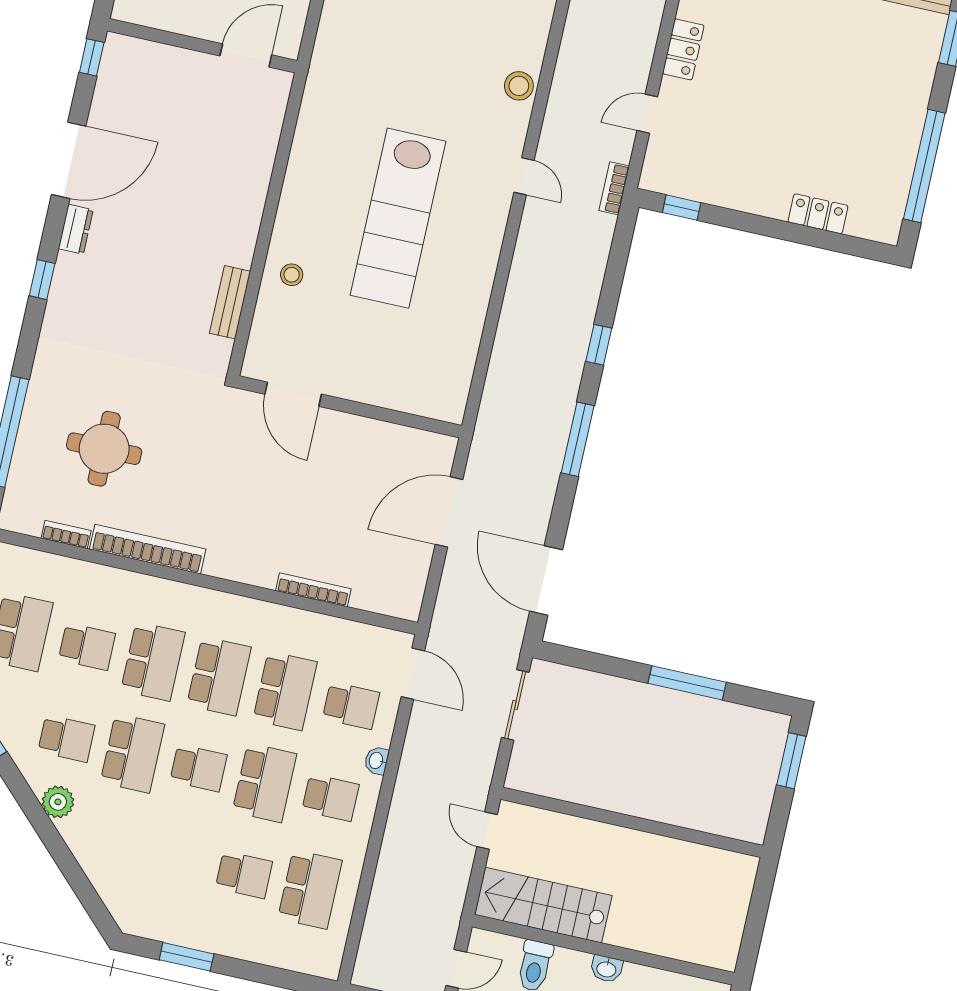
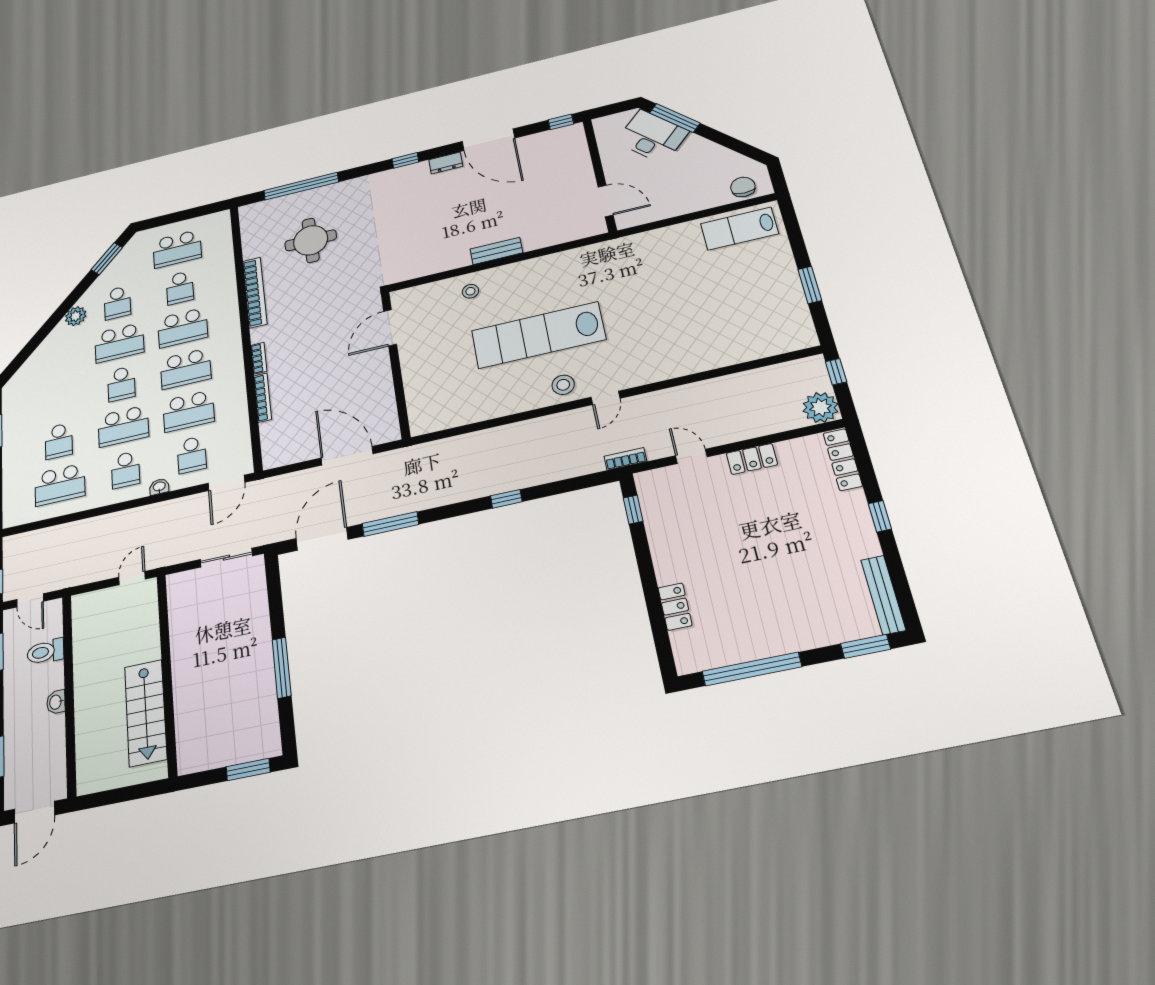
stool: (519, 86) -> (563, 385), moved
bench: (230, 302) -> (496, 251), moved
window: (578, 439) -> (390, 524), moved
bookcase: (66, 534) -> (259, 358), moved
stairs: (543, 905) -> (146, 713), moved, turned 180

